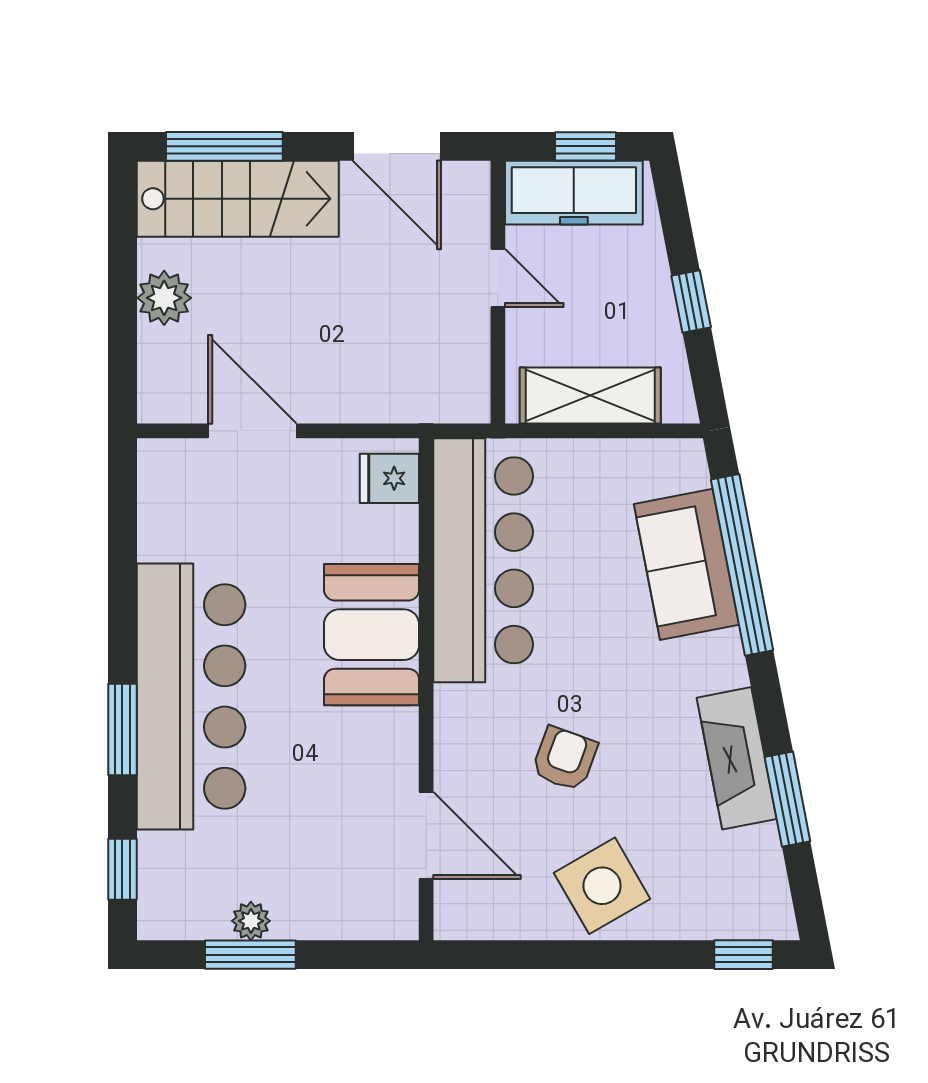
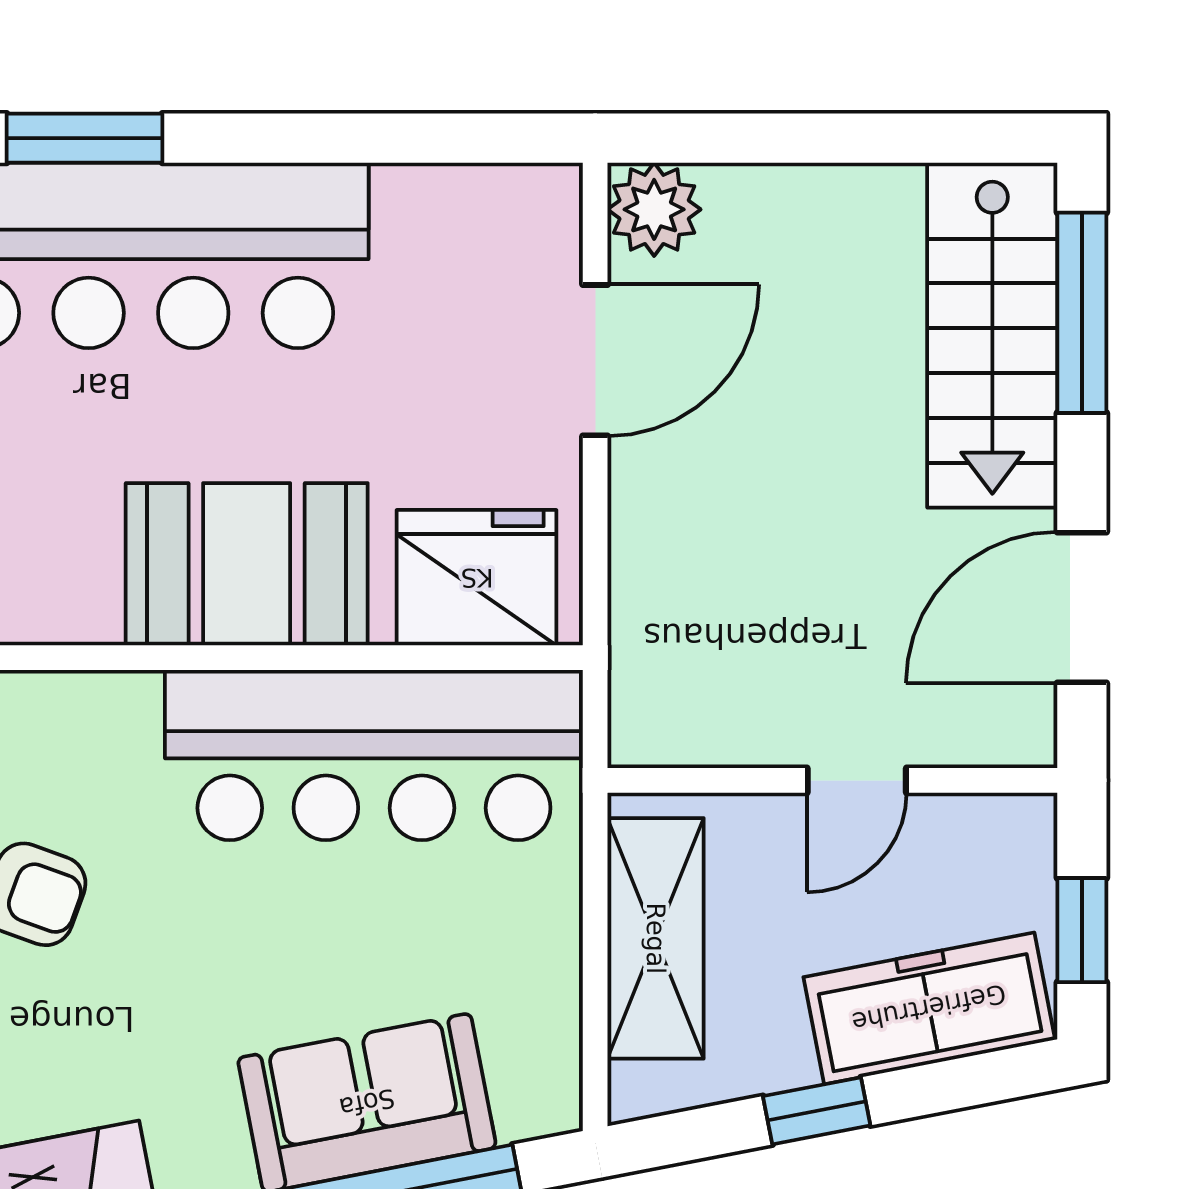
freezer: (574, 193) -> (929, 1008), moved, turned 79
plant: (164, 298) -> (654, 209), moved
fridge: (389, 478) -> (477, 578), width x1.88, depth x1.34

